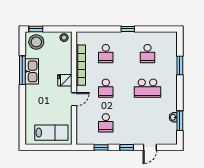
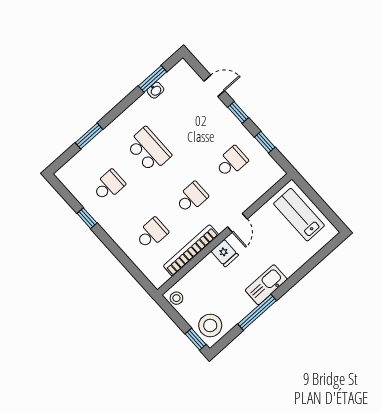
window: (128, 29) -> (87, 218), moved
kitchen sink: (32, 71) -> (266, 285), moved
door: (74, 99) -> (237, 223), swing flipped

